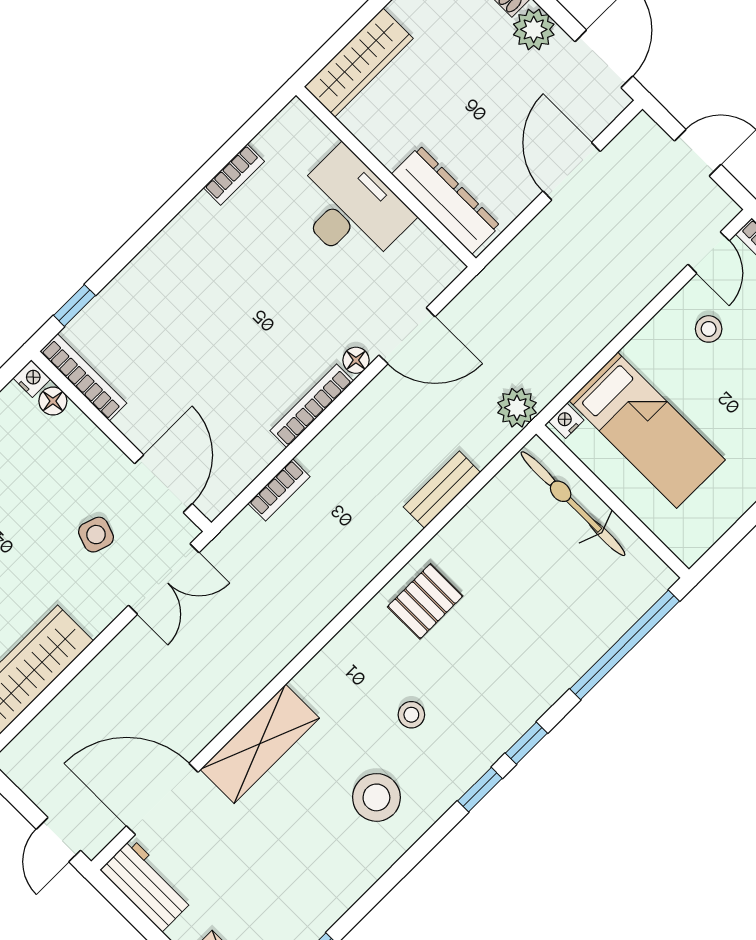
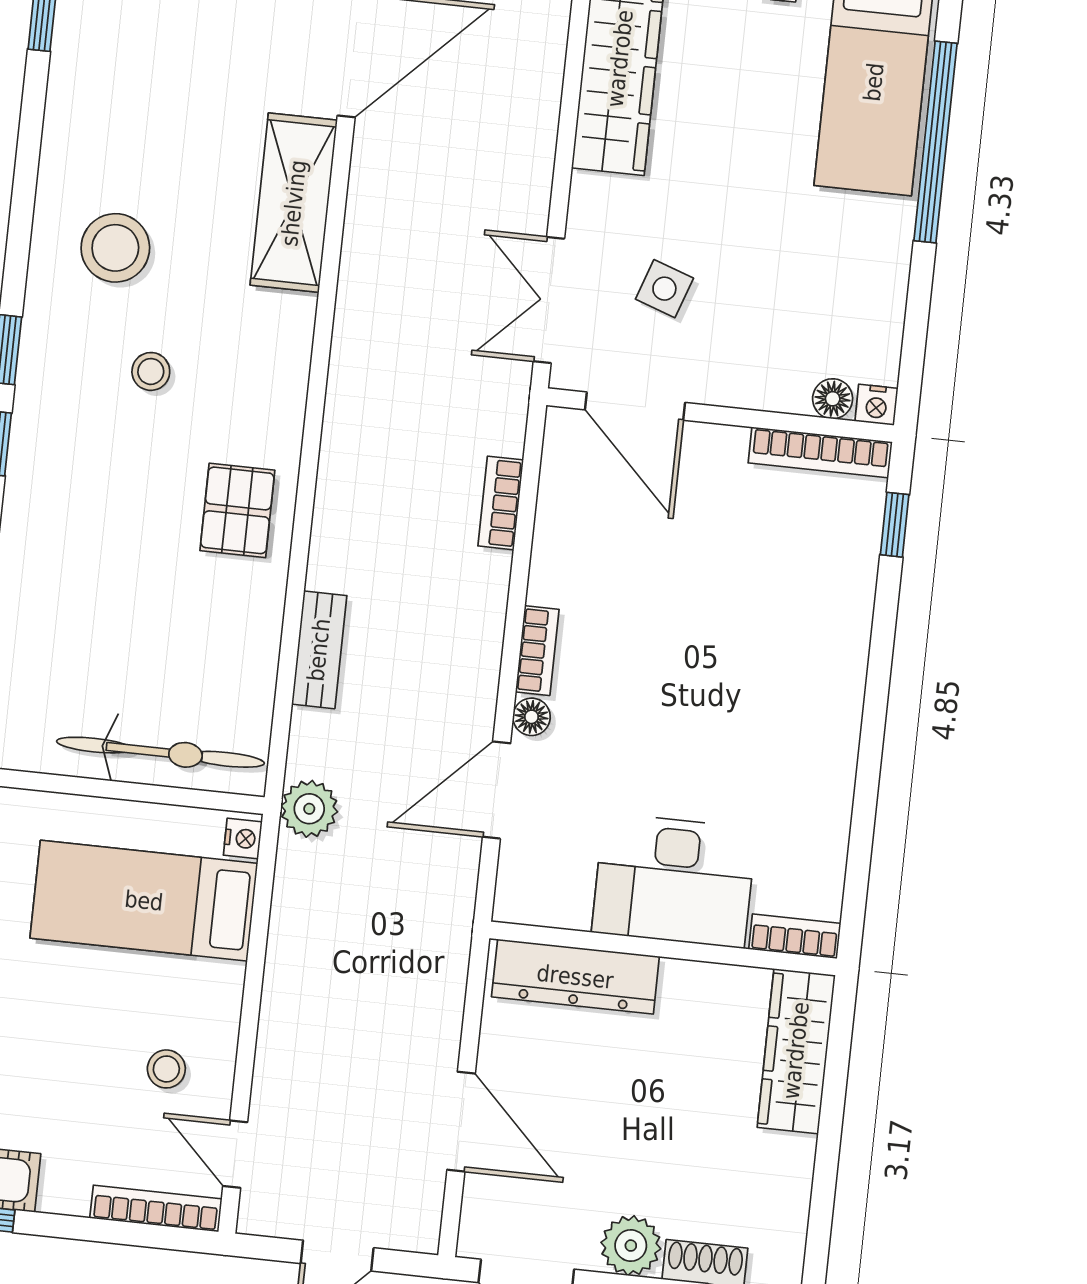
bookcase: (234, 175) -> (795, 936), moved, turned 90
bookcase: (312, 406) -> (537, 651), width x0.64

